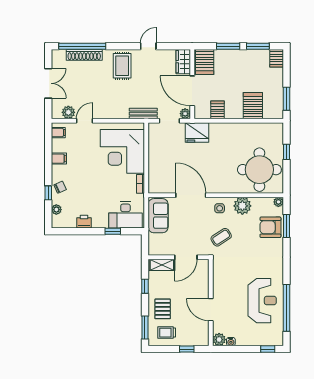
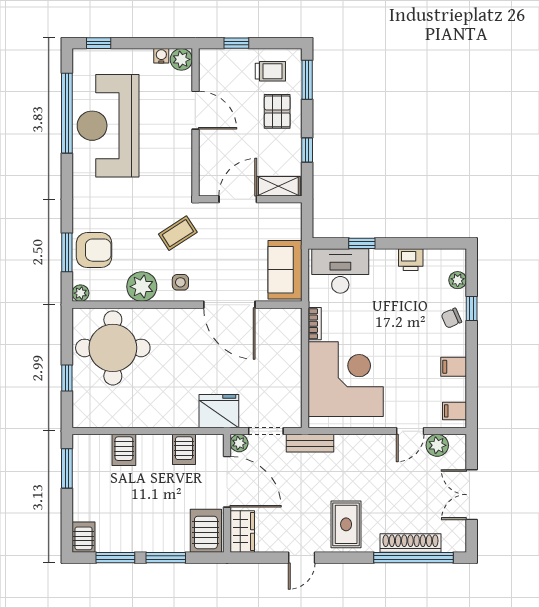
server rack: (253, 106) -> (124, 450), width x0.73, depth x0.70
reception desk: (262, 301) -> (108, 126), width x1.36, depth x1.30

